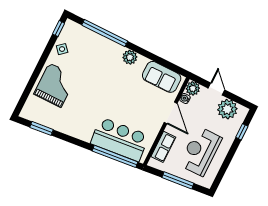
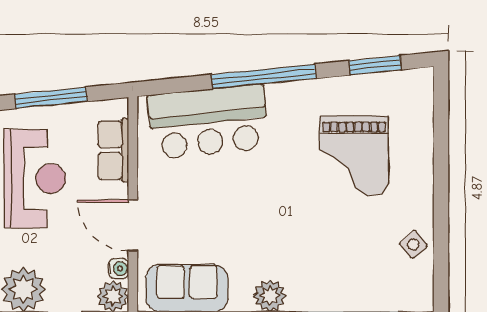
window: (59, 29) -> (441, 282), removed
grand piano: (55, 85) -> (354, 156), moved
window: (115, 156) -> (264, 76), moved

